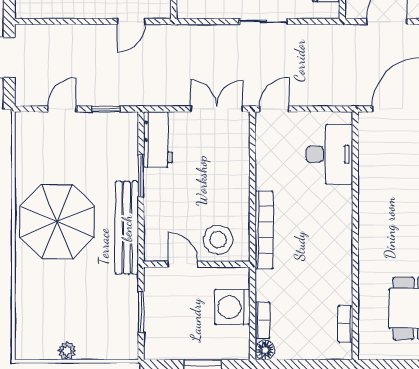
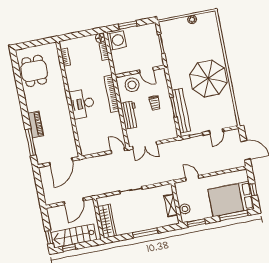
door: (131, 21) -> (192, 178), hinge flipped
door: (274, 109) -> (118, 151), swing flipped
workbench: (158, 139) -> (130, 115), moved, turned 180
desk: (329, 154) -> (82, 104), moved
trolley: (179, 192) -> (155, 103), added
bench: (127, 228) -> (181, 111), moved
washing machine: (232, 307) -> (117, 40), moved

